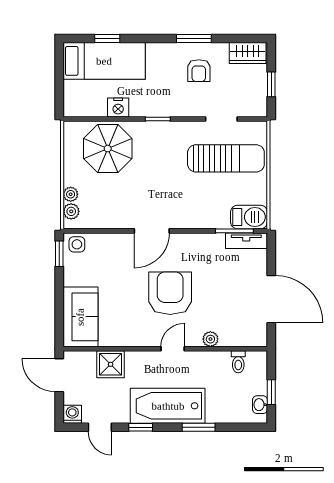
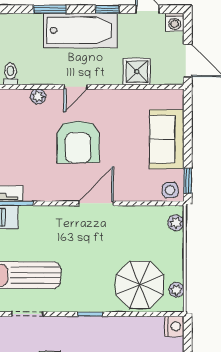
nightstand: (118, 108) -> (174, 326), moved, turned 90
plant: (71, 194) -> (176, 290), moved
sofa: (80, 317) -> (167, 139), moved

